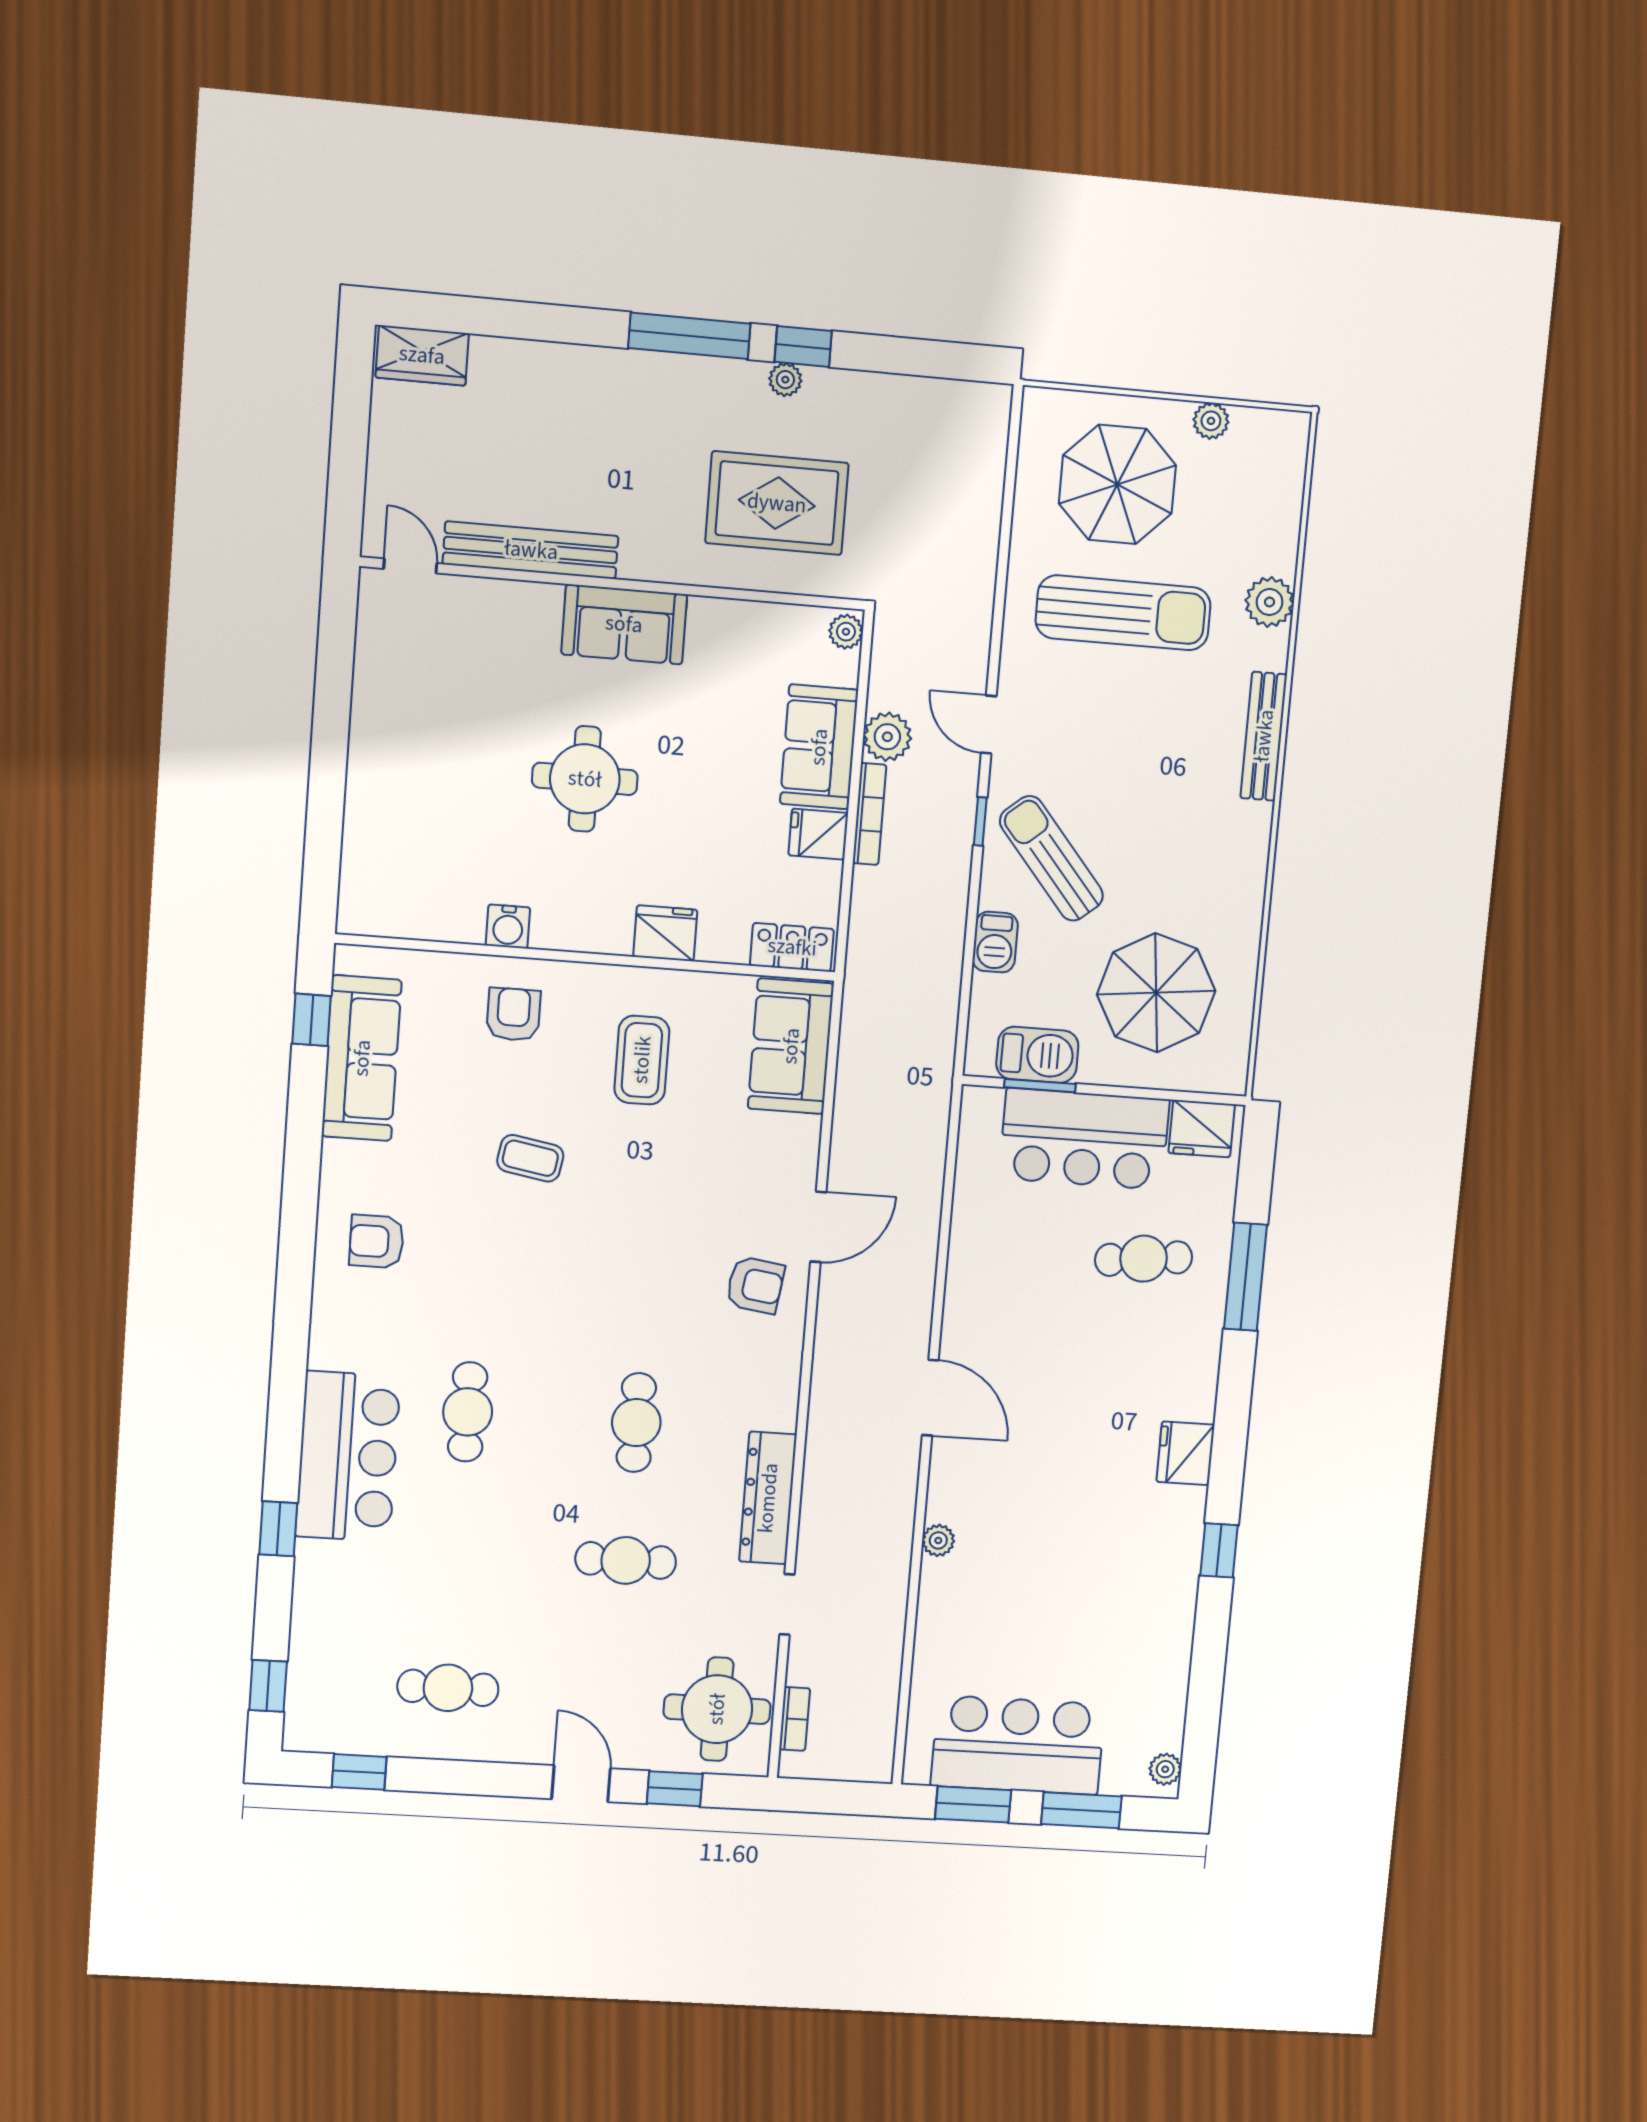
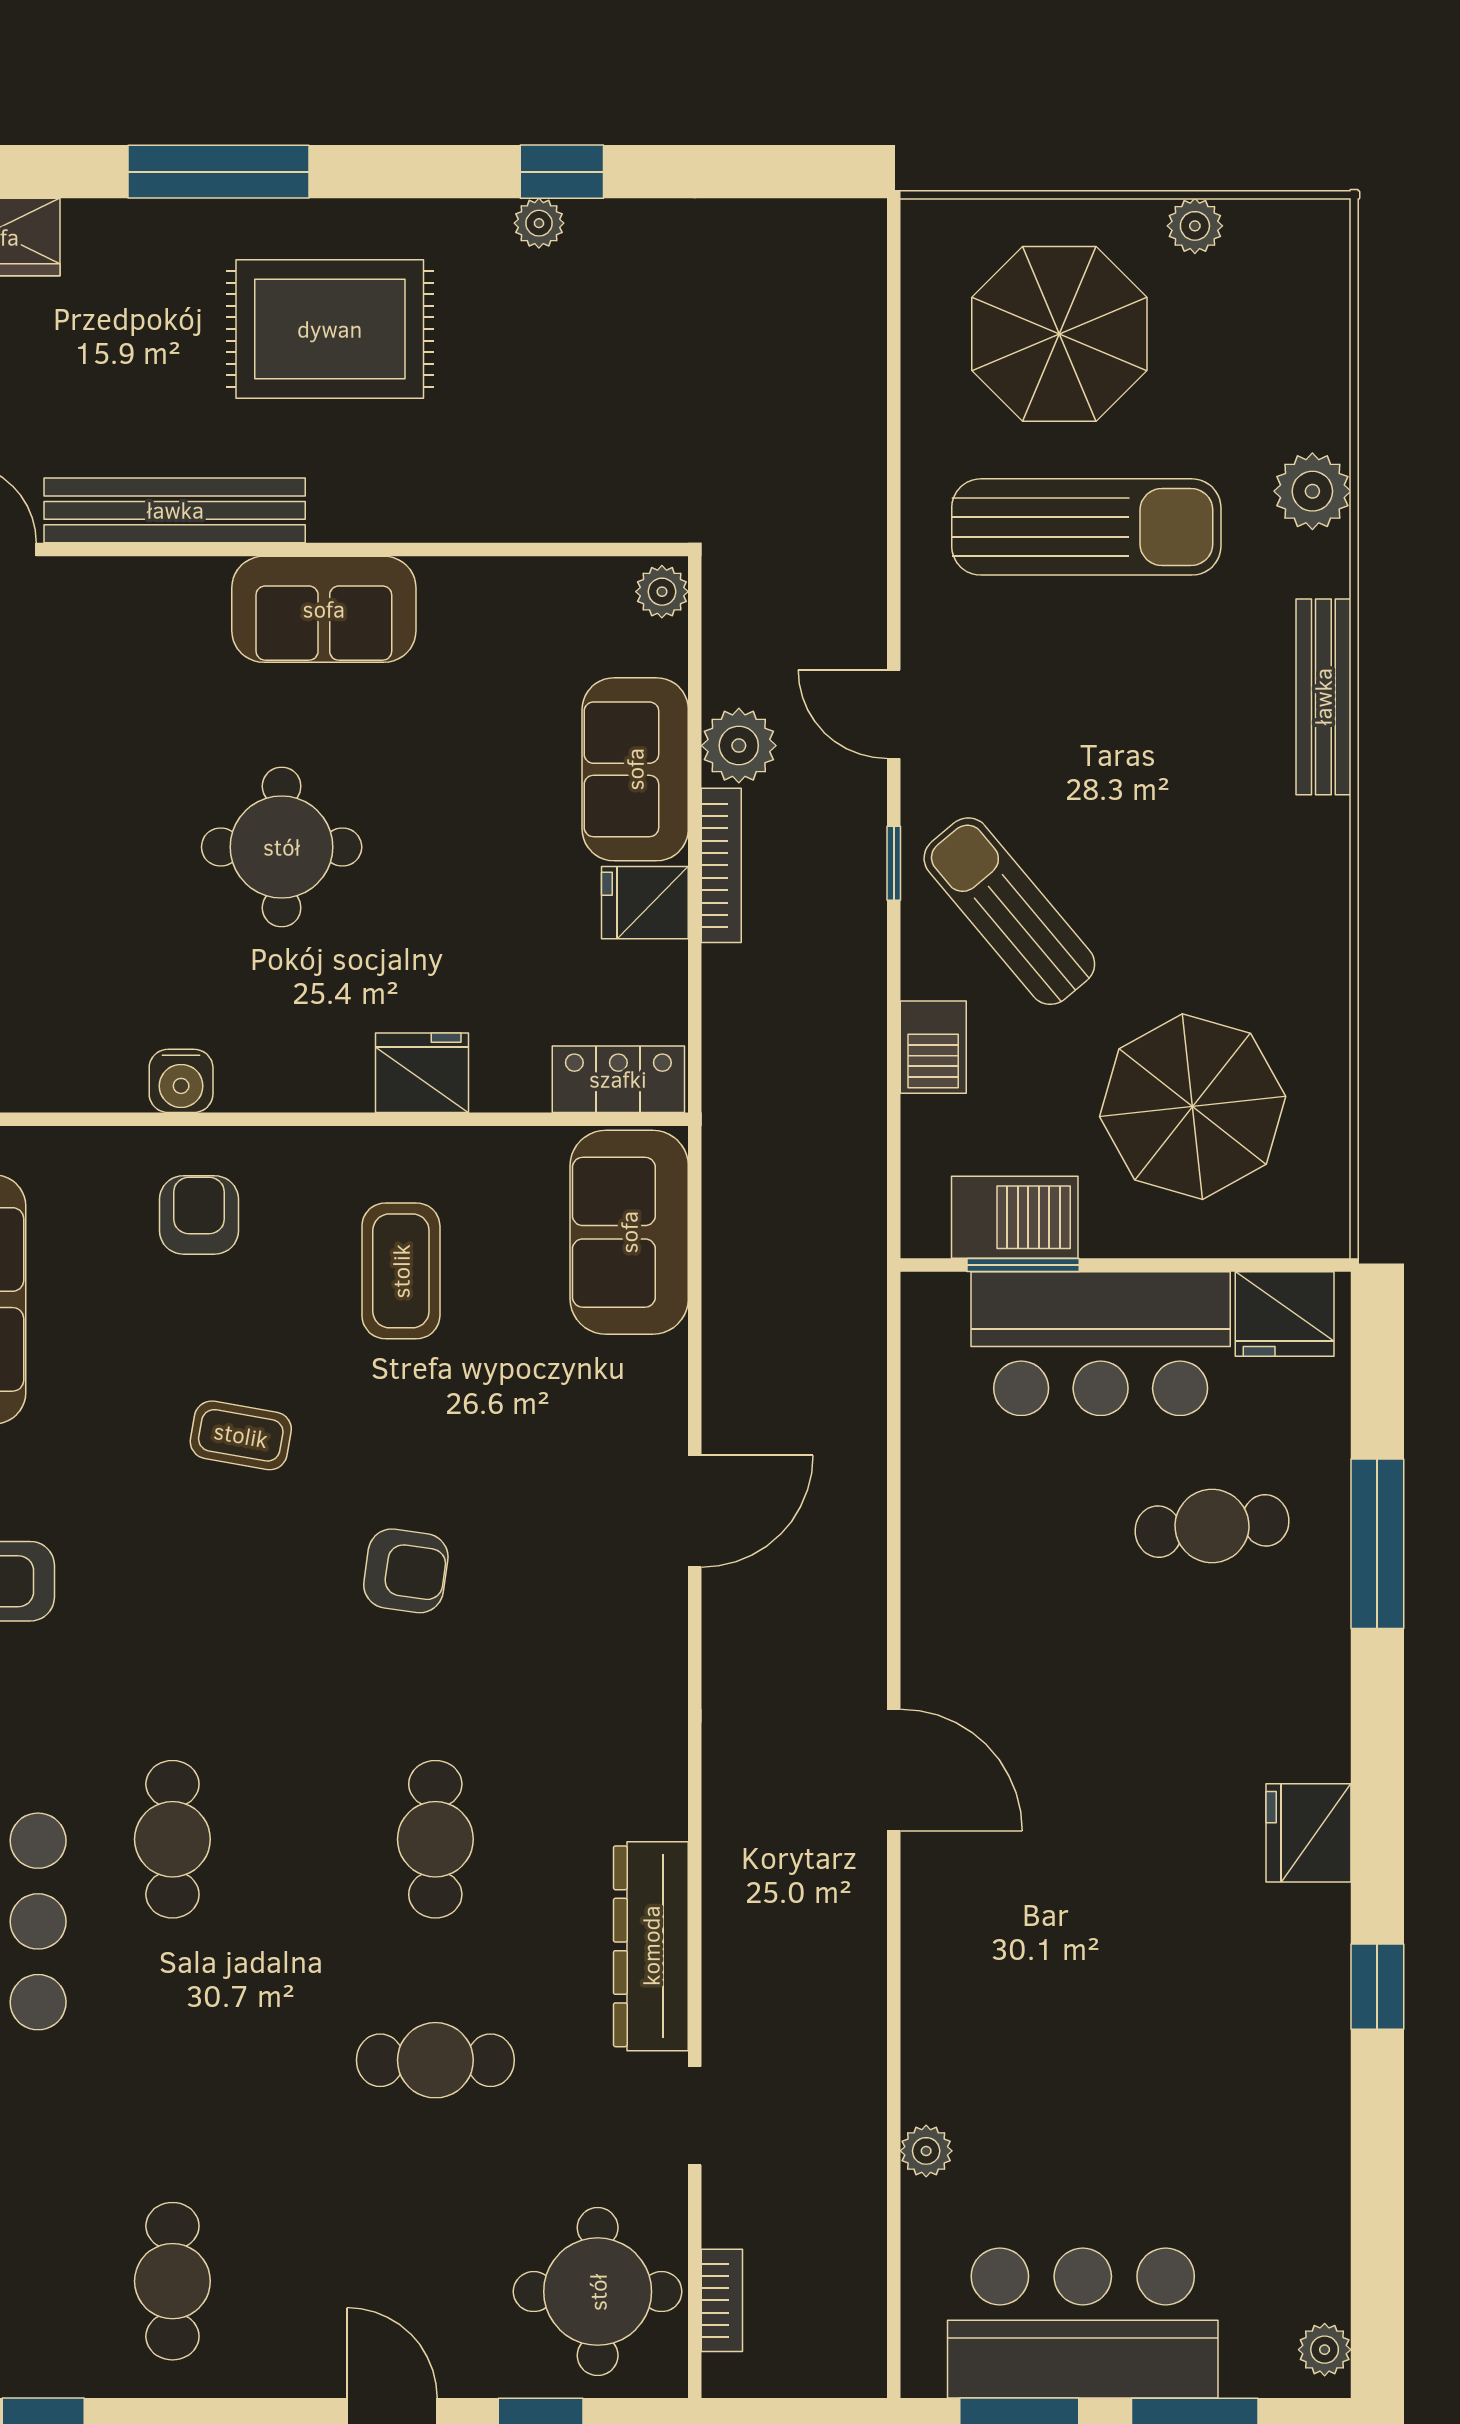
window: (689, 336) -> (219, 172), moved
rug: (777, 503) -> (330, 329), moved
armchair: (755, 1285) -> (406, 1571), moved
plant: (938, 1540) -> (926, 2151), moved
cafe table: (448, 1688) -> (172, 2281), turned 90

